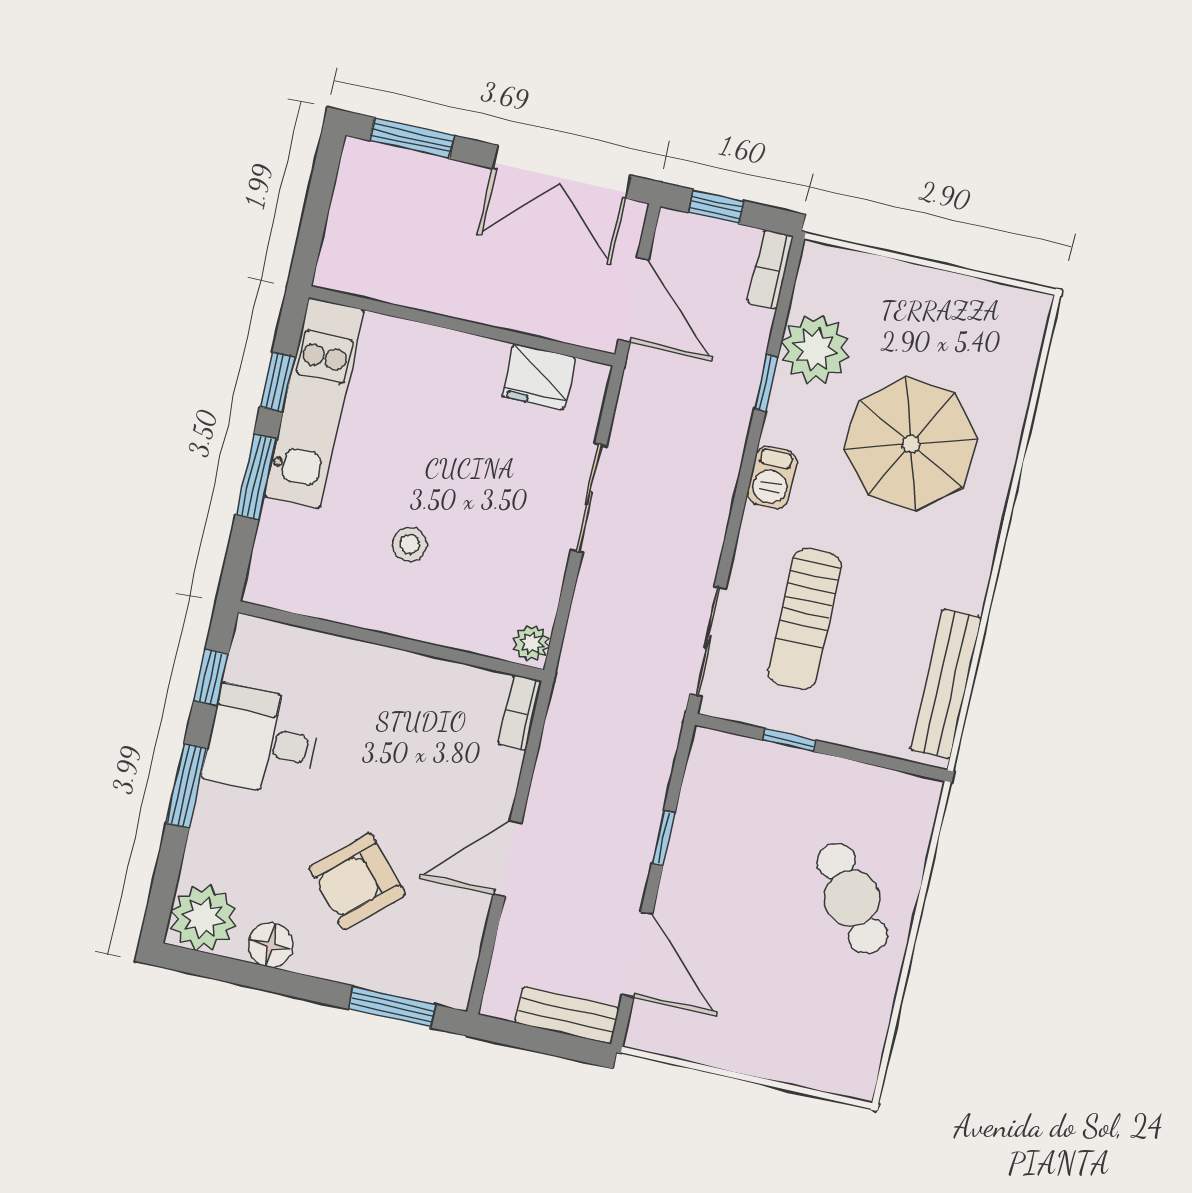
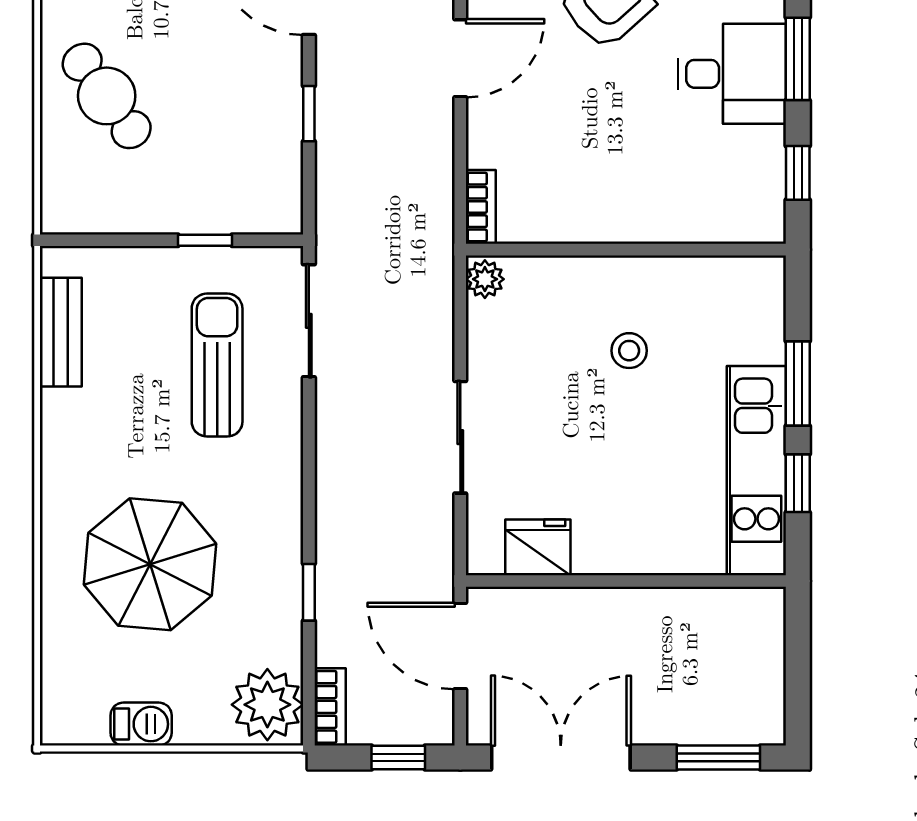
plant: (815, 349) -> (267, 705), moved
barbecue: (772, 477) -> (141, 724), moved, turned 90
bench: (946, 684) -> (61, 332), width x0.73
desk: (263, 741) -> (732, 74), moved

